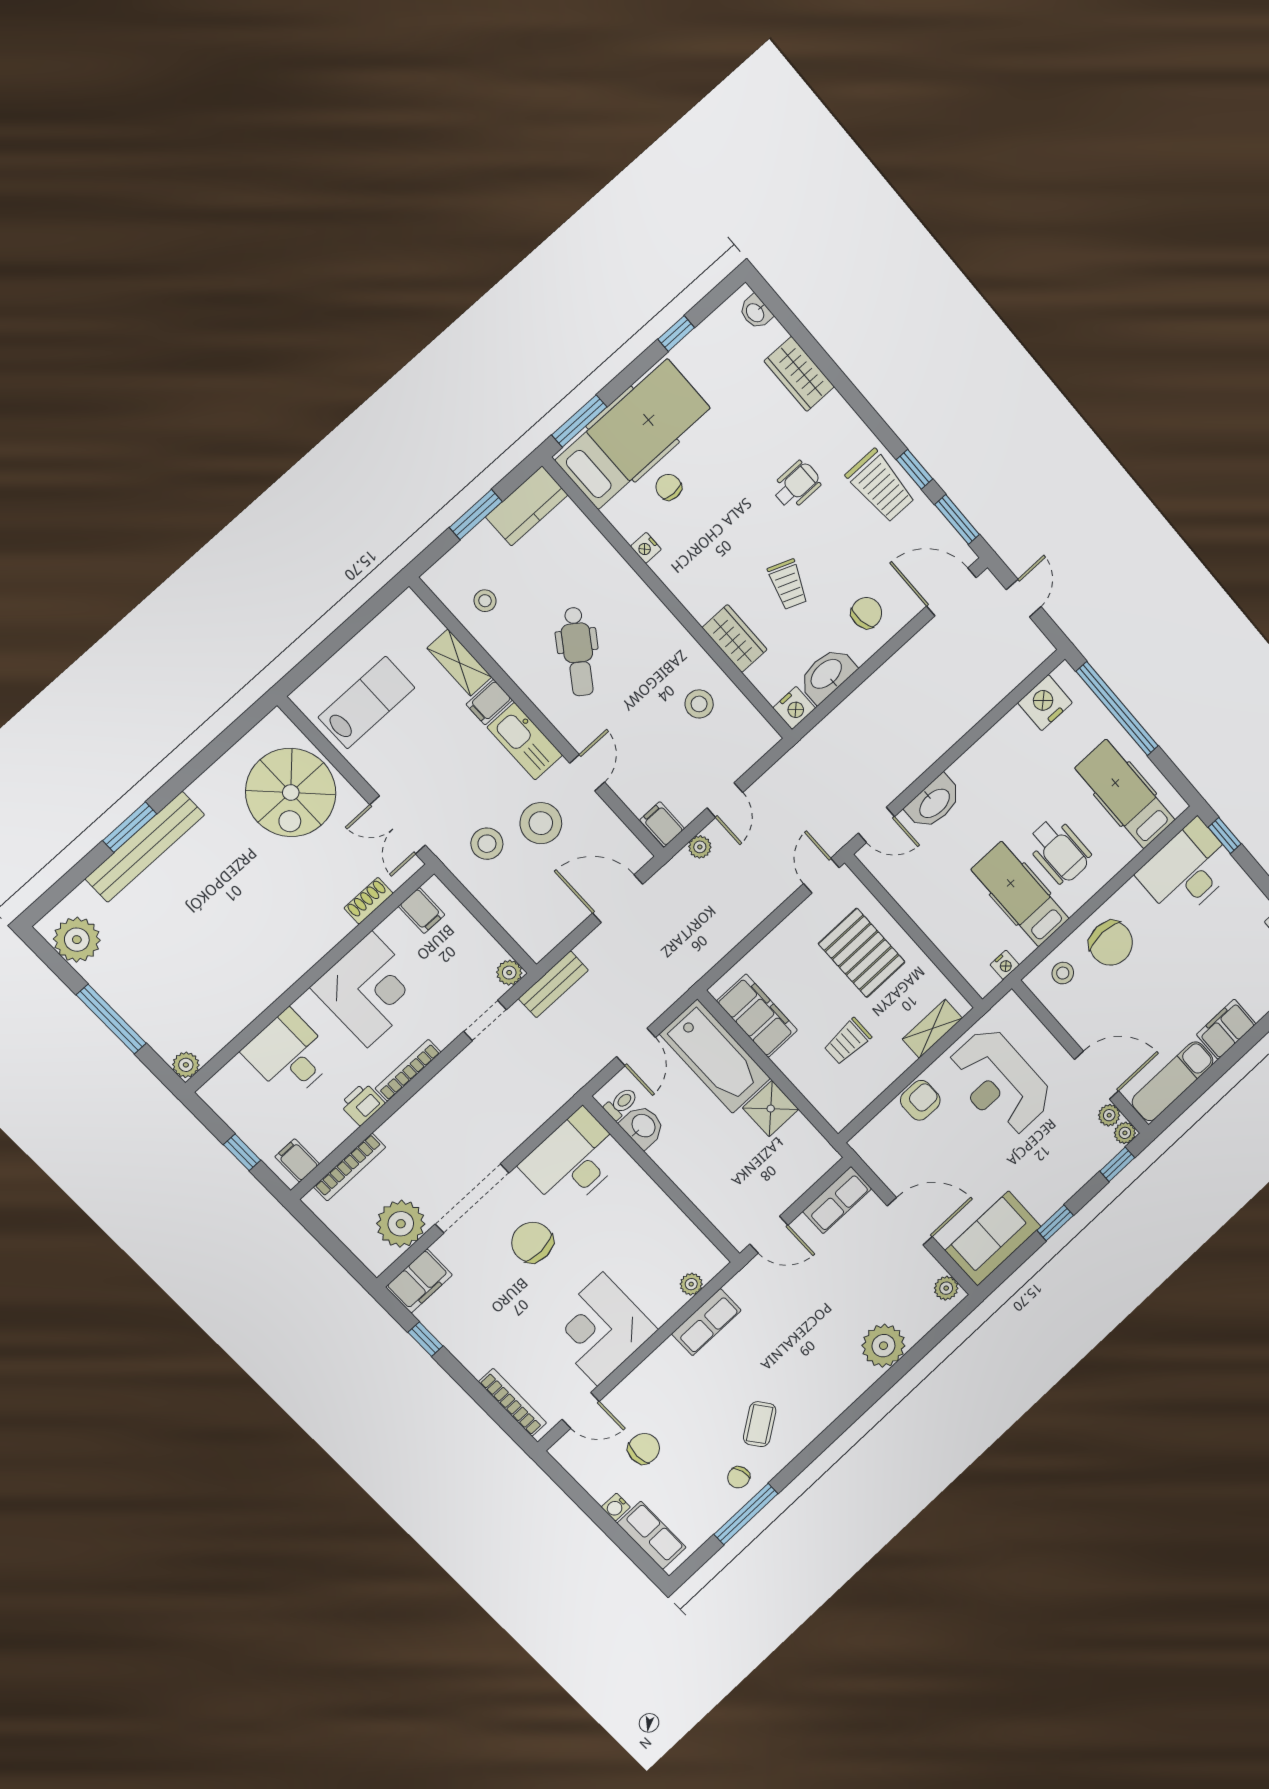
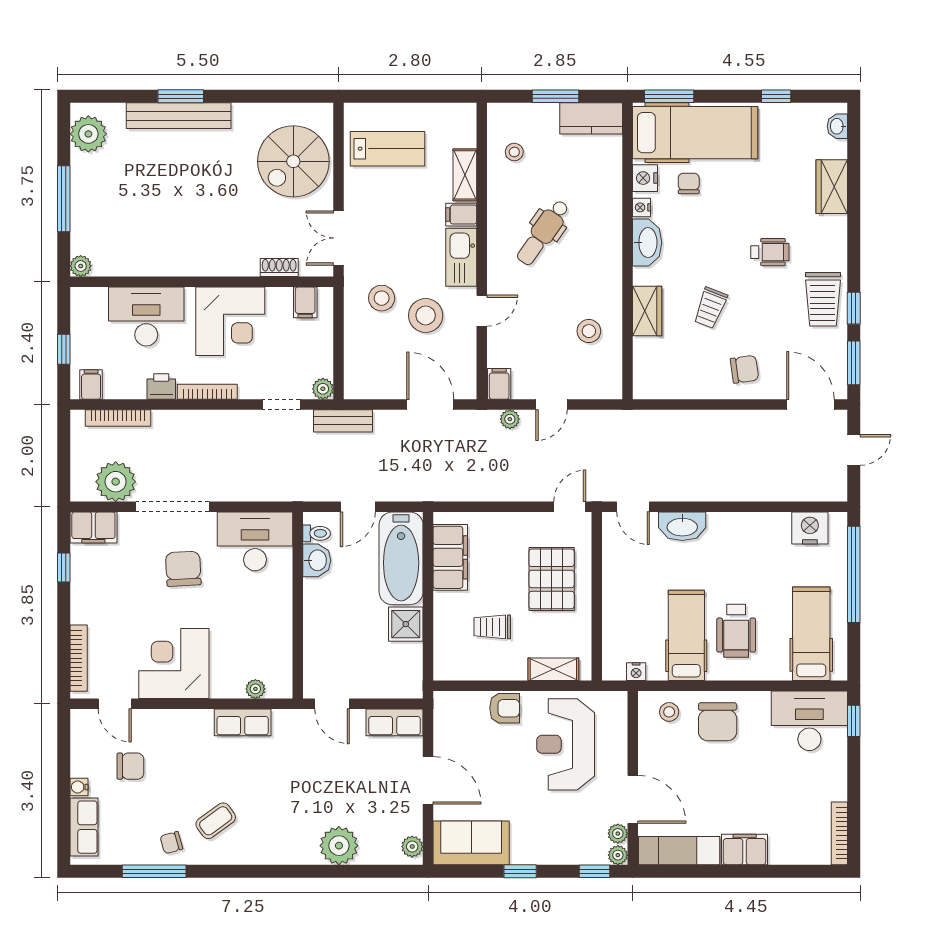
washbasin: (827, 675) -> (647, 243), moved, turned 90
nightstand: (794, 708) -> (645, 178), moved, turned 90
desk: (289, 1055) -> (146, 316), width x1.37

